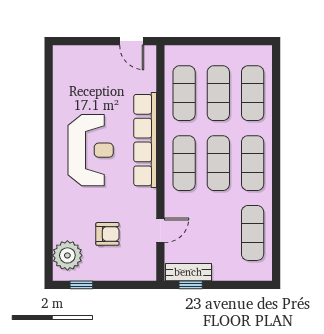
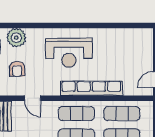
reception desk: (91, 150) -> (69, 53), moved
armchair: (107, 234) -> (17, 69), moved

